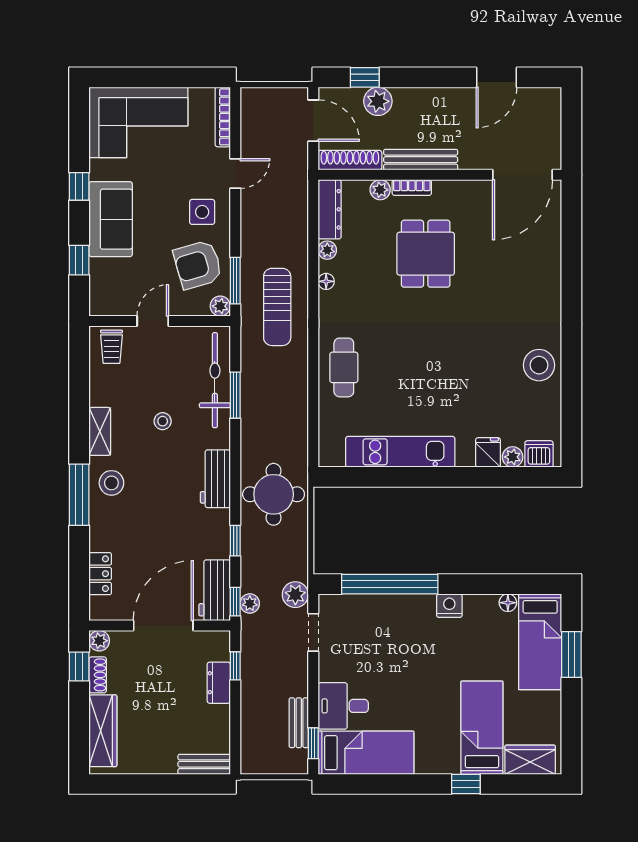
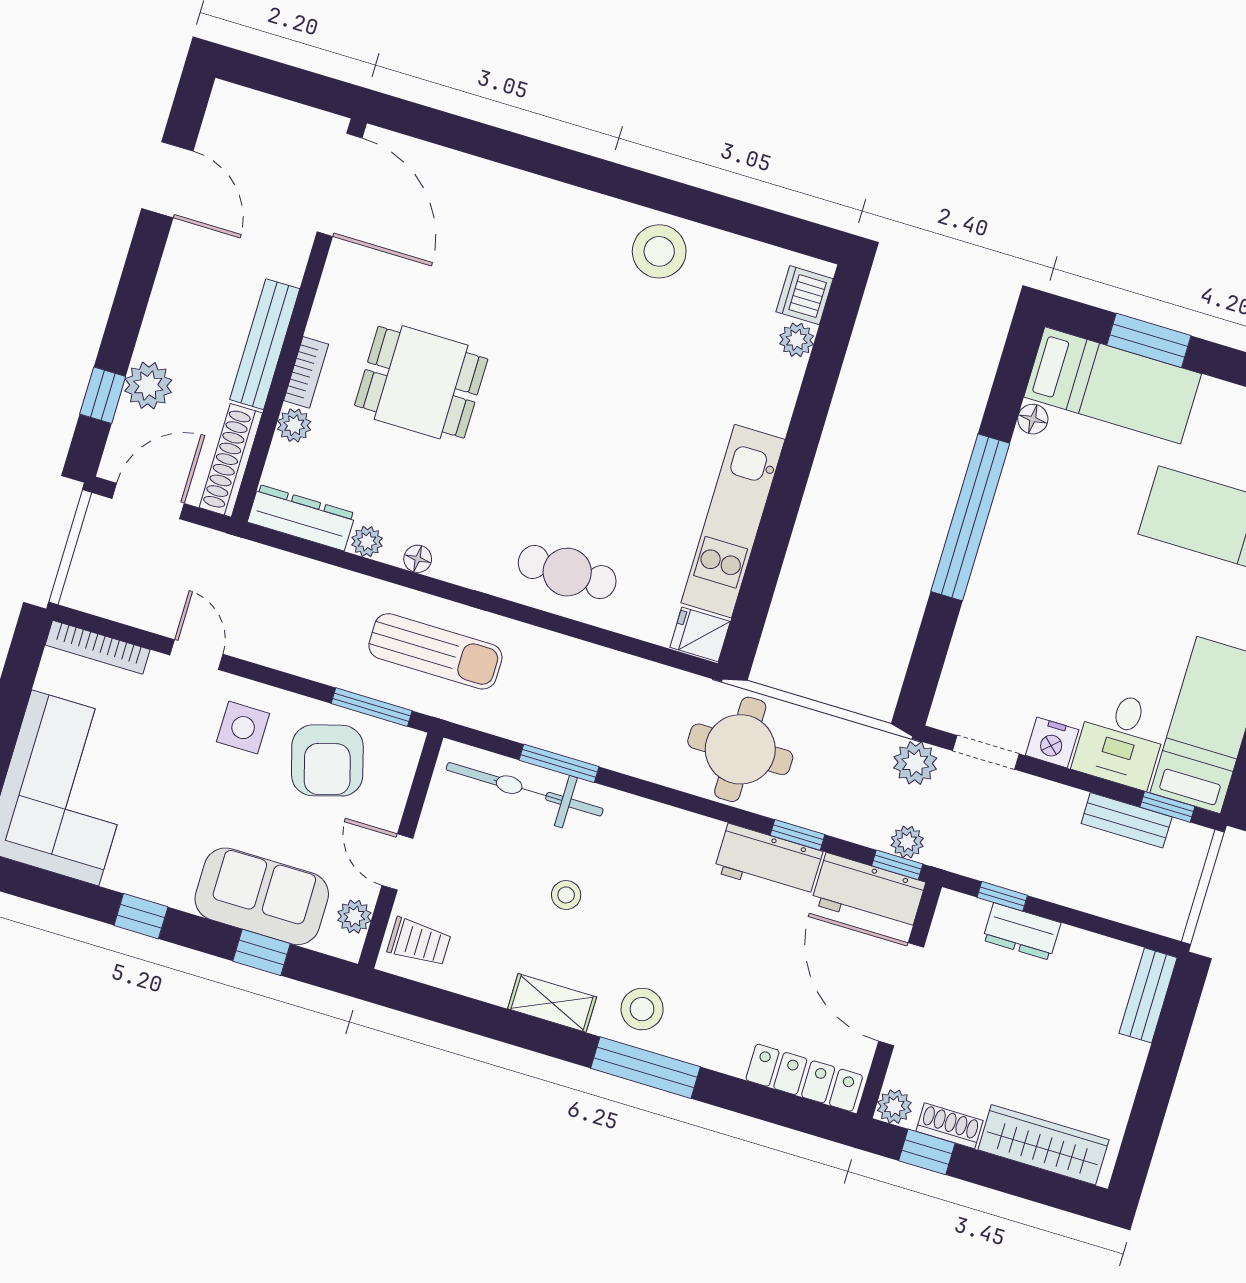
sofa: (111, 219) -> (262, 896), moved
plant: (220, 306) -> (354, 917), moved
fridge: (488, 452) -> (700, 634), moved
workbench: (215, 479) -> (768, 862), moved
locker: (100, 574) -> (804, 1078), width x1.53
window: (390, 584) -> (970, 517), moved
nightstand: (449, 606) -> (1052, 742), moved, turned -90

